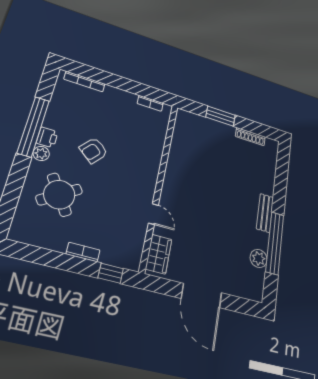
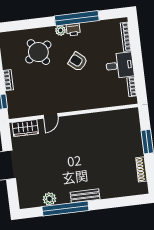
desk: (118, 104) -> (120, 65), added

